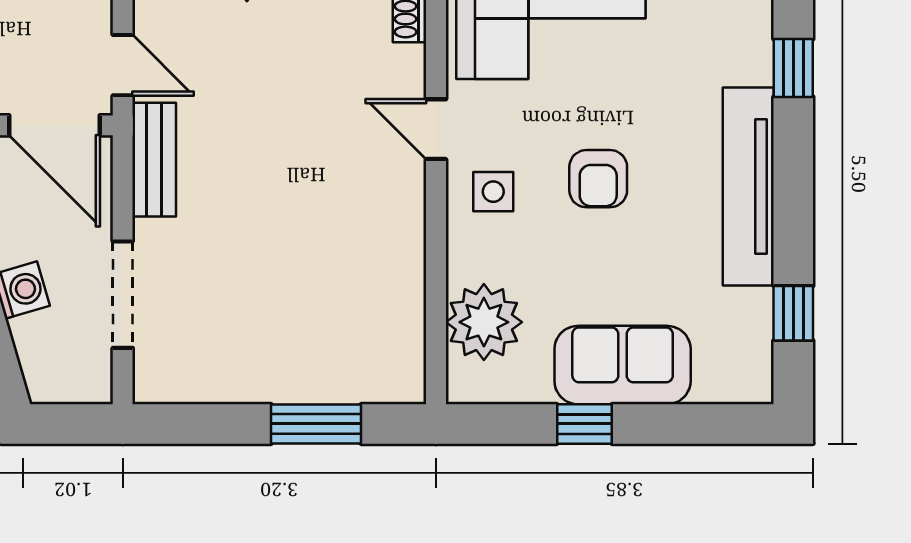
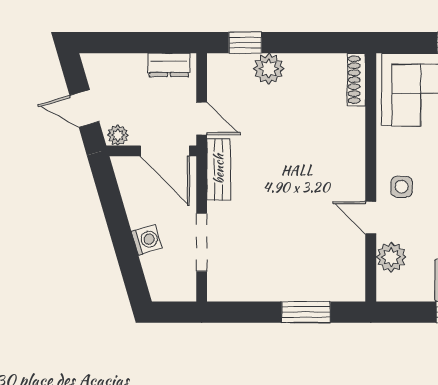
door: (436, 129) -> (371, 218), moved
plant: (484, 322) -> (391, 257), width x0.73, depth x0.73

